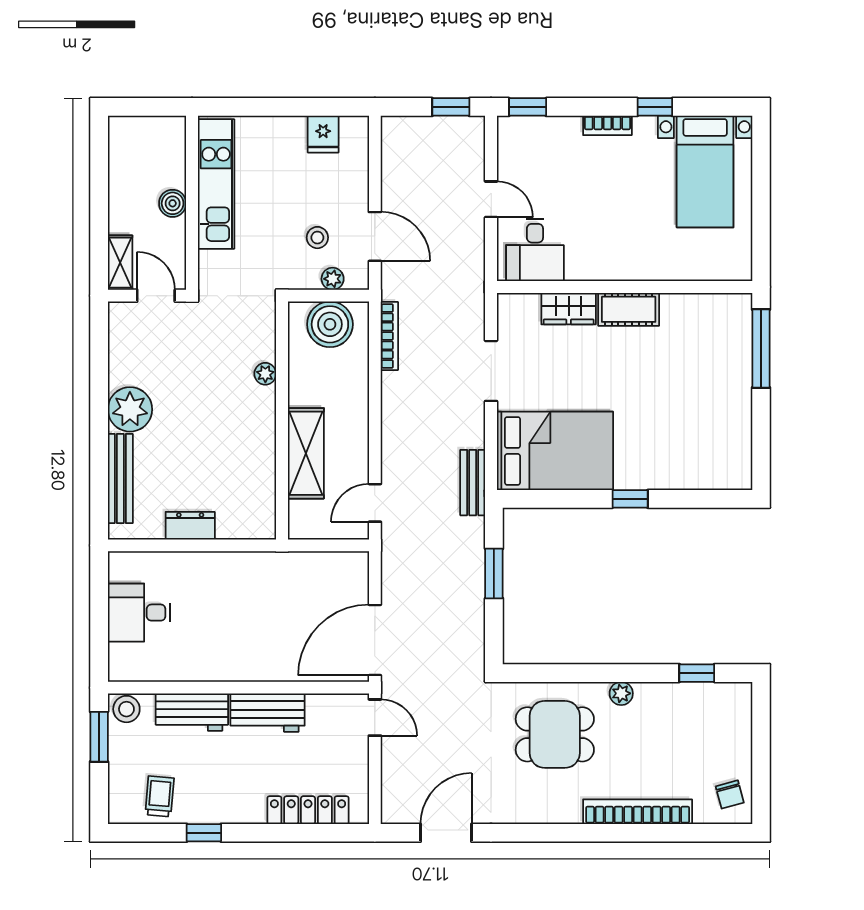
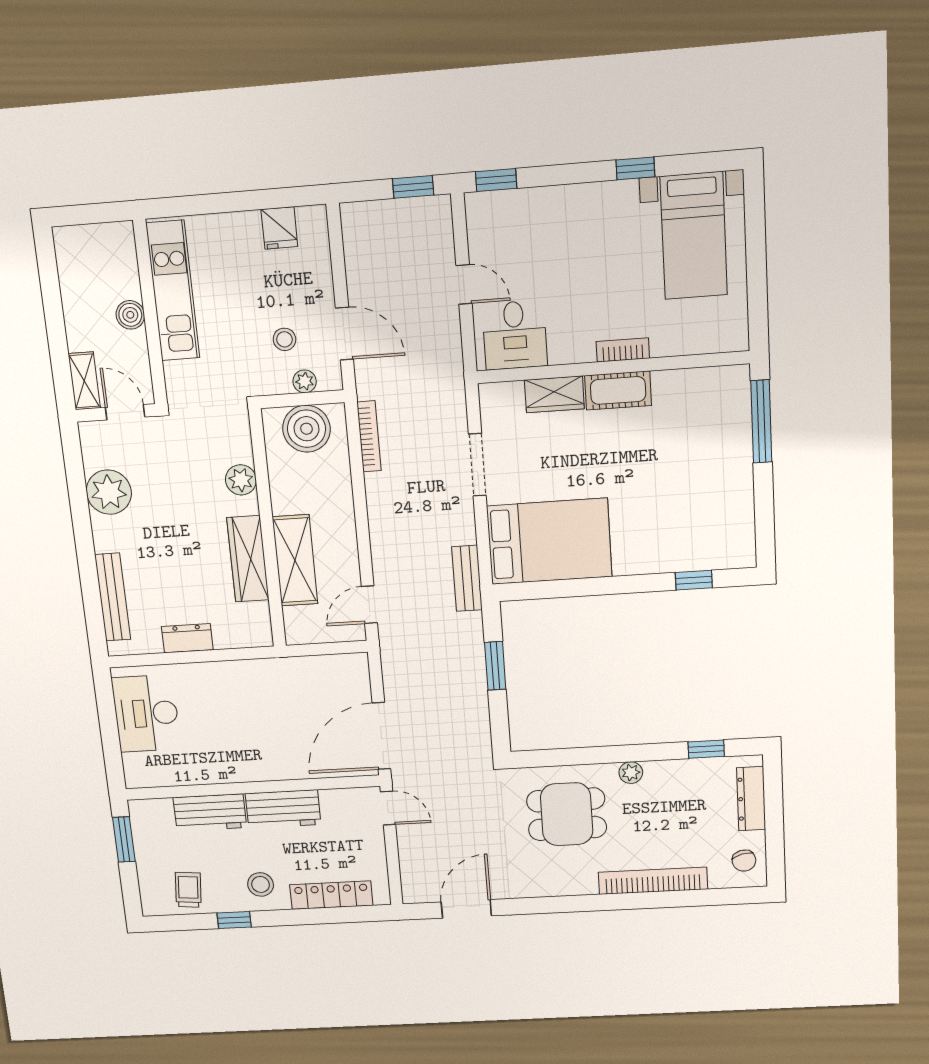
bookcase: (607, 125) -> (623, 350), moved, turned 180
plant: (265, 374) -> (241, 480), width x1.38, depth x1.38
plant: (130, 409) -> (109, 492), moved
wardrobe: (260, 449) -> (248, 559), added
window: (630, 499) -> (694, 580), moved
desk: (139, 613) -> (146, 713), width x1.37
stool: (126, 709) -> (261, 884), moved
dresser: (739, 728) -> (751, 799), added

